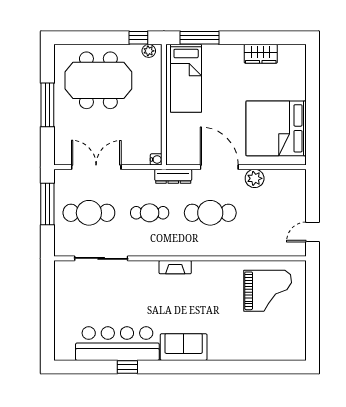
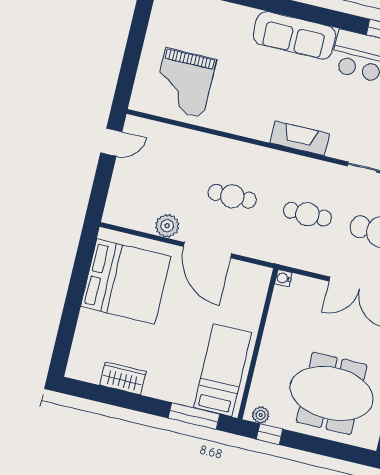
dresser: (173, 176) -> (267, 252), removed
cafe table: (210, 213) -> (232, 196), width x0.73, depth x0.74
fireplace: (175, 267) -> (300, 138), width x1.37, depth x1.32
grand piano: (268, 291) -> (184, 83), turned -90
sofa: (184, 347) -> (294, 35), width x1.36

